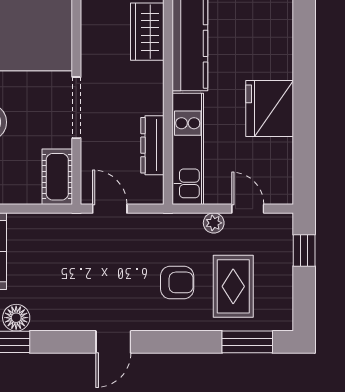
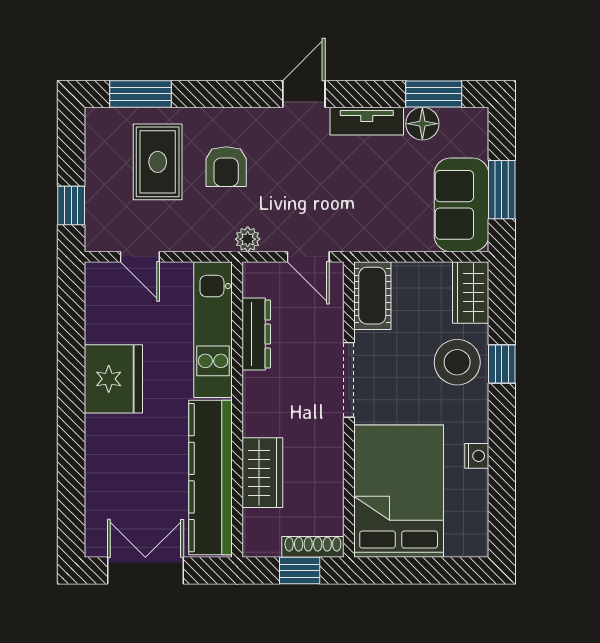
plant: (214, 223) -> (248, 239), moved
armchair: (177, 282) -> (226, 167), turned -90
tv unit: (62, 320) -> (367, 121), added

